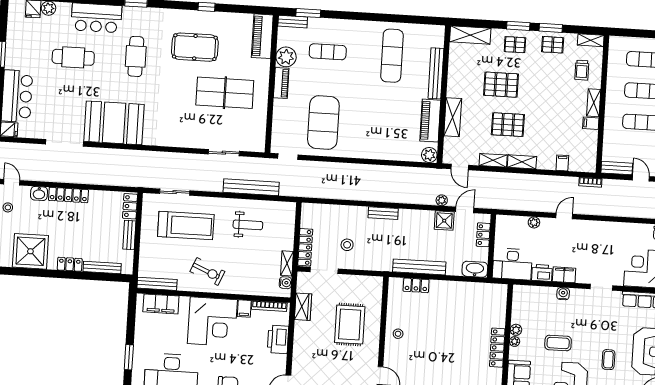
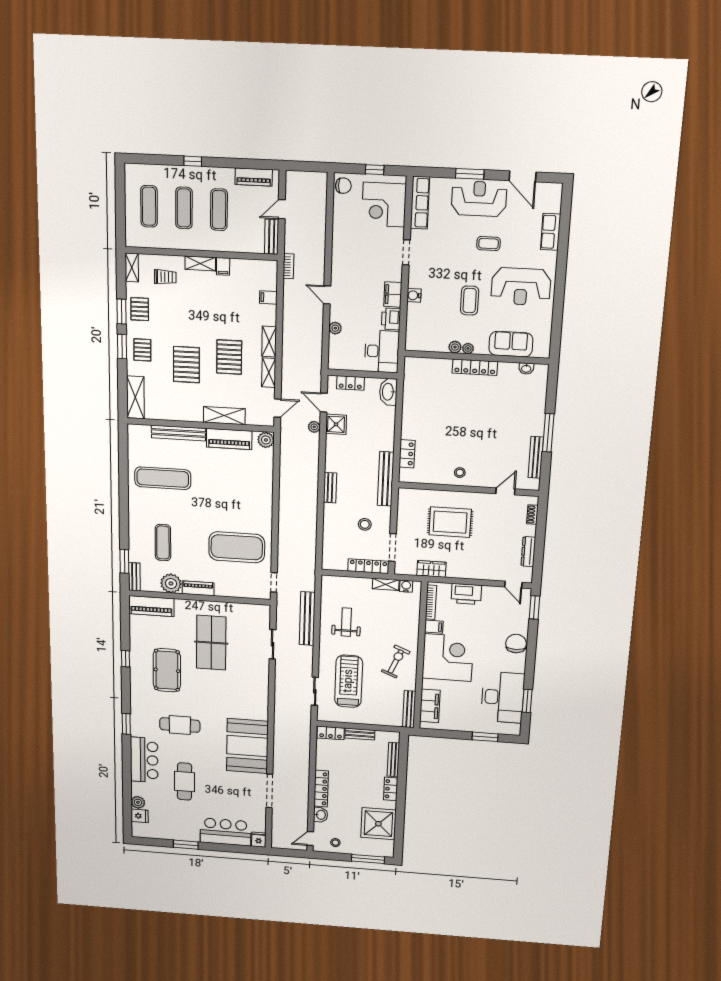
bench: (419, 267) -> (386, 479), moved

